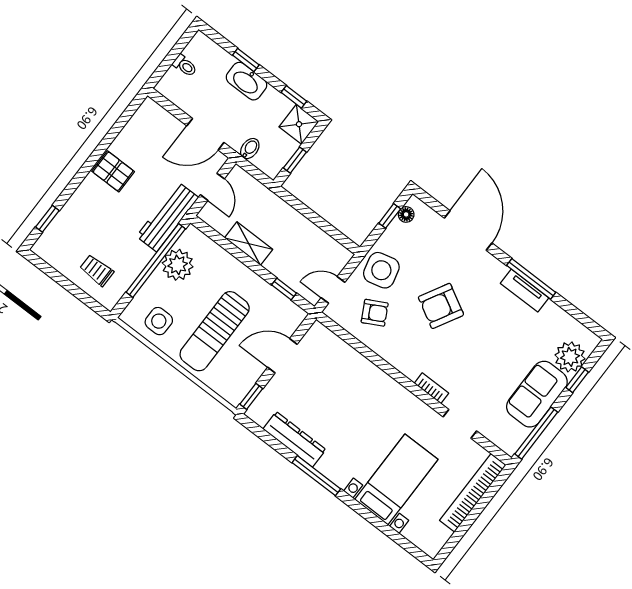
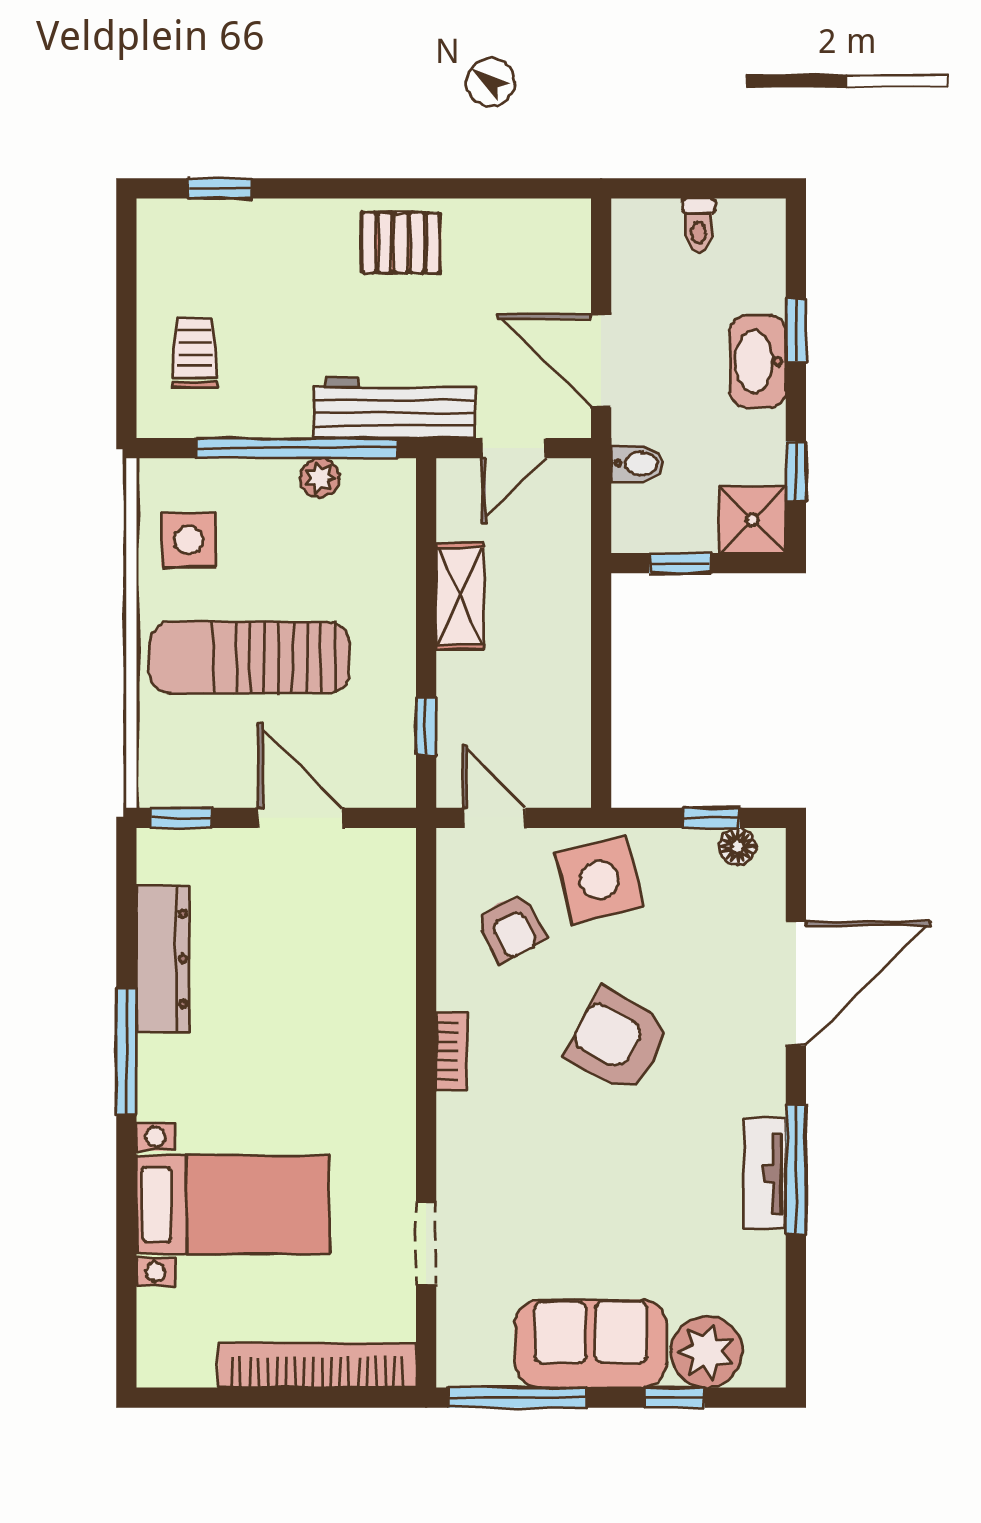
pallet: (113, 171) -> (401, 243), turned 90
plant: (178, 265) -> (320, 478), width x0.53, depth x0.53
bookcase: (431, 388) -> (452, 1051), moved

